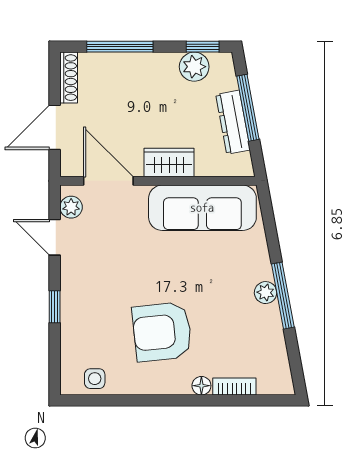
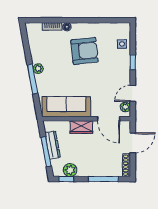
door: (55, 237) -> (133, 93), swing flipped
window: (283, 296) -> (32, 79), moved
side table: (95, 379) -> (122, 44), moved

